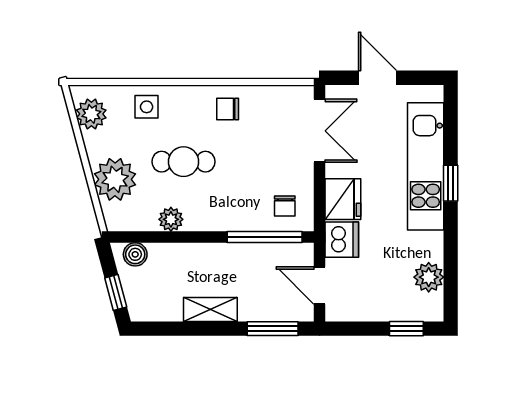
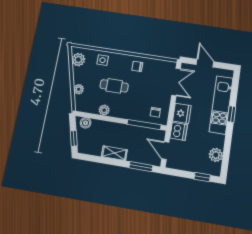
plant: (115, 179) -> (79, 89), width x0.53, depth x0.53

